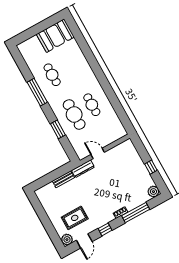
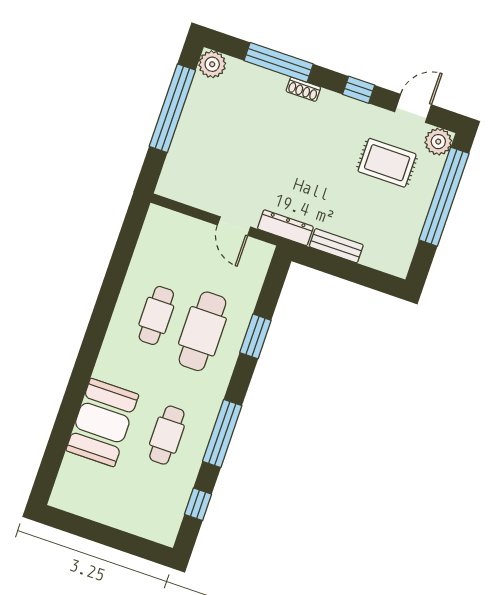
booth: (55, 36) -> (102, 423), moved, turned 90
window: (22, 65) -> (198, 504), added
window: (151, 167) -> (172, 108), width x3.17
window: (48, 226) -> (444, 197), added

